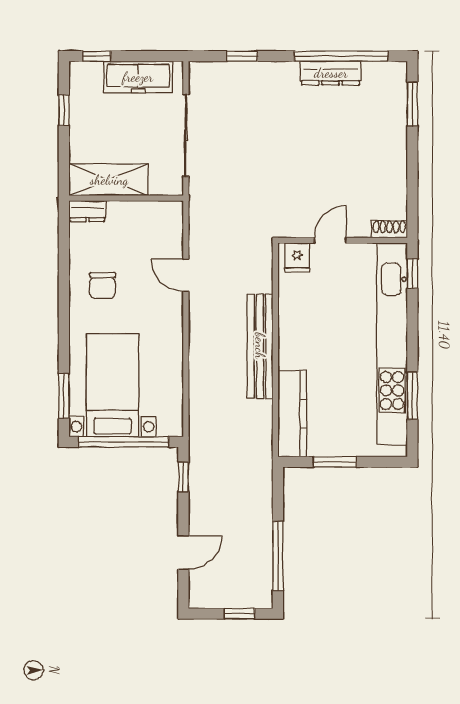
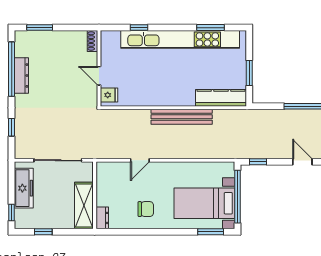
shoe rack: (389, 229) -> (92, 41), moved
door: (330, 240) -> (99, 76), moved
wall: (343, 240) -> (99, 68), moved
fridge: (297, 258) -> (109, 95), moved

